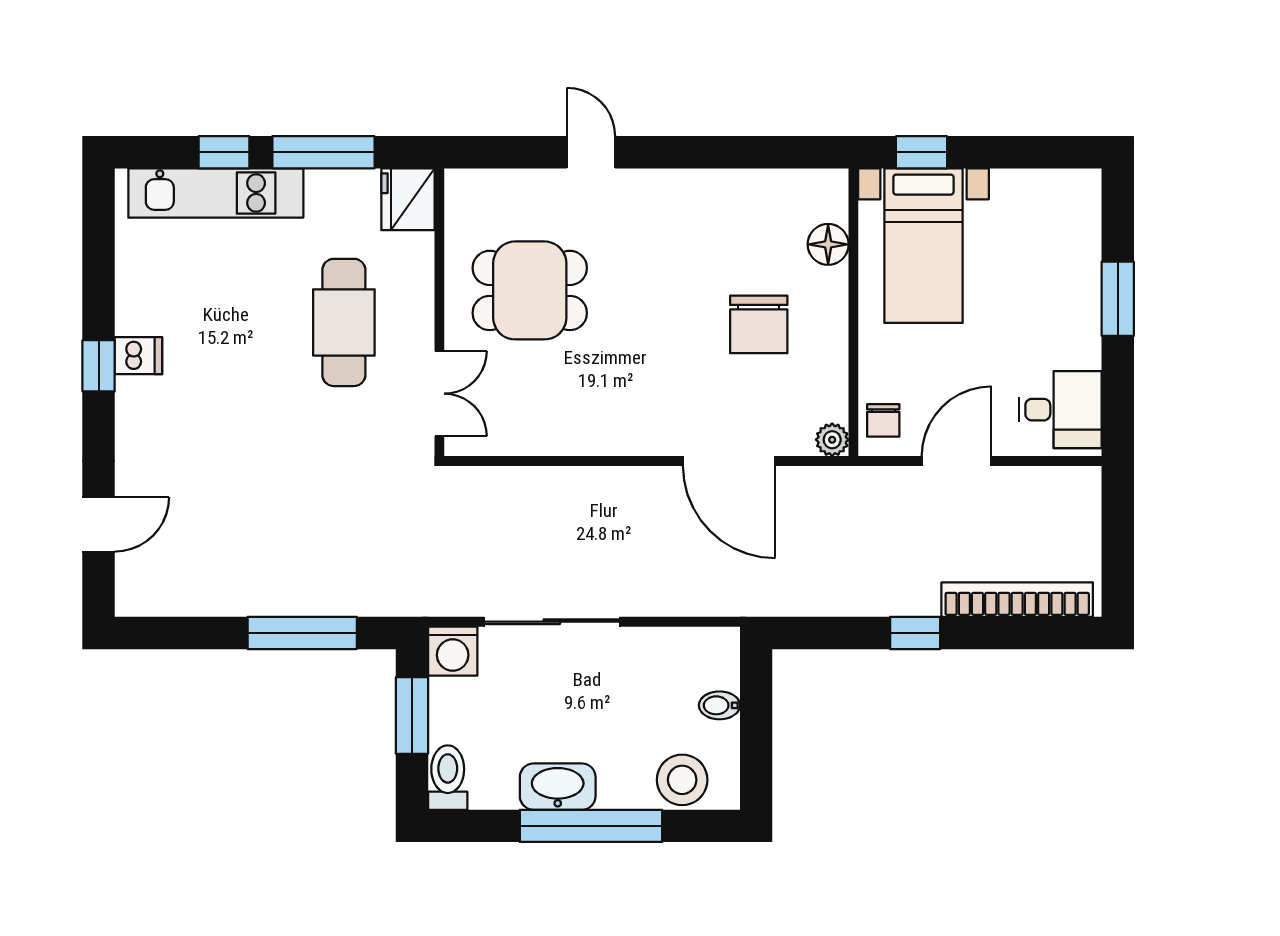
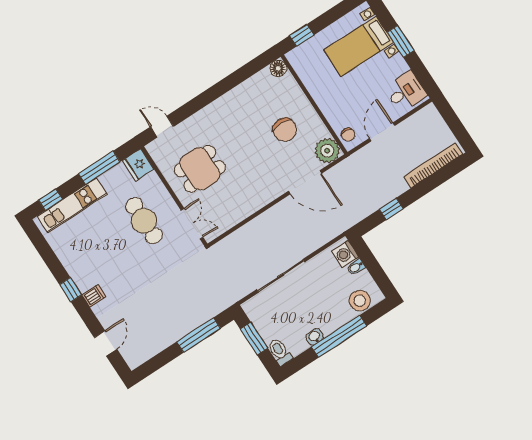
window: (224, 152) -> (51, 200), moved
door: (591, 152) -> (162, 127), moved
floor lamp: (828, 244) -> (278, 68), moved
bed with nightstands: (923, 246) -> (359, 46), moved, turned 90
dishwasher: (138, 356) -> (94, 296), moved
plant: (832, 440) -> (327, 151), width x1.88, depth x1.88
window: (915, 633) -> (391, 209), moved
washing machine: (453, 651) -> (345, 254), moved, turned 90
washbasin: (558, 787) -> (315, 337), width x0.52, depth x0.69

